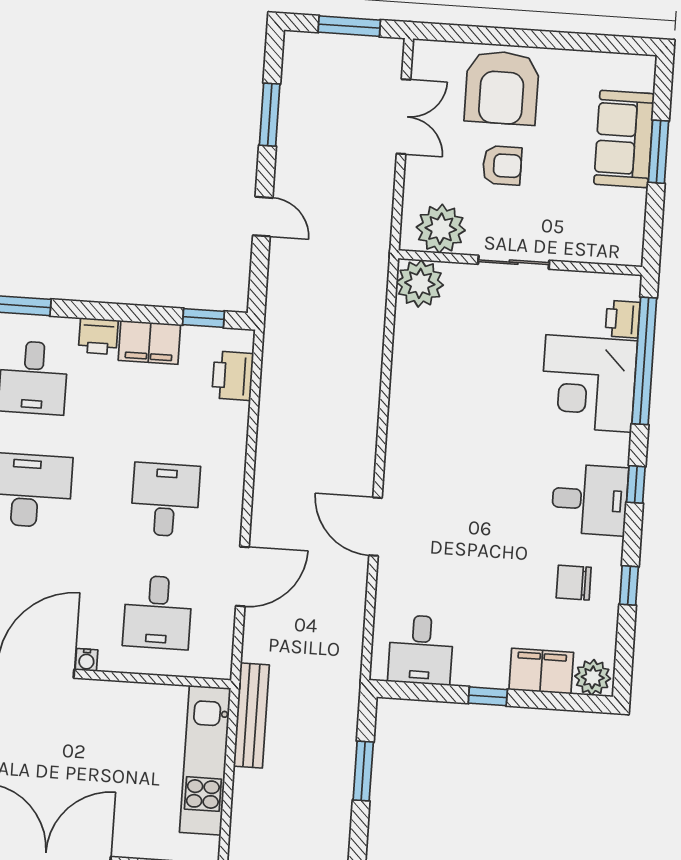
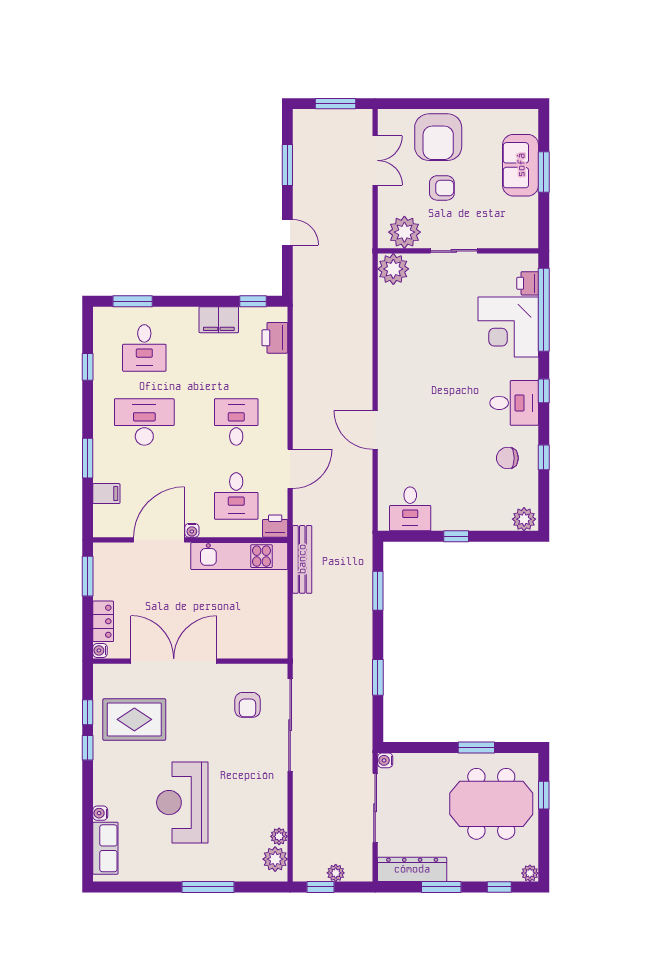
printer: (98, 336) -> (275, 526), moved, turned 180
filing cabinet: (541, 671) -> (490, 517), removed
kitchen unit: (205, 760) -> (239, 556), moved, turned -90

